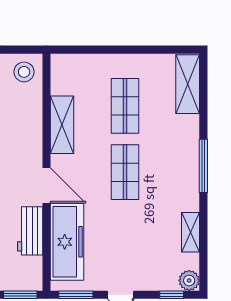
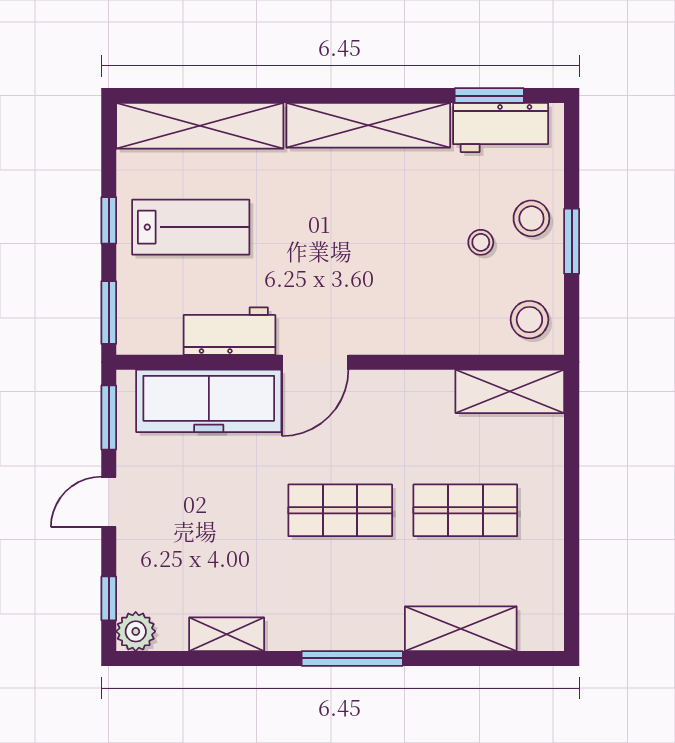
shelving: (188, 84) -> (461, 629), moved
shelving: (62, 125) -> (510, 391), moved

